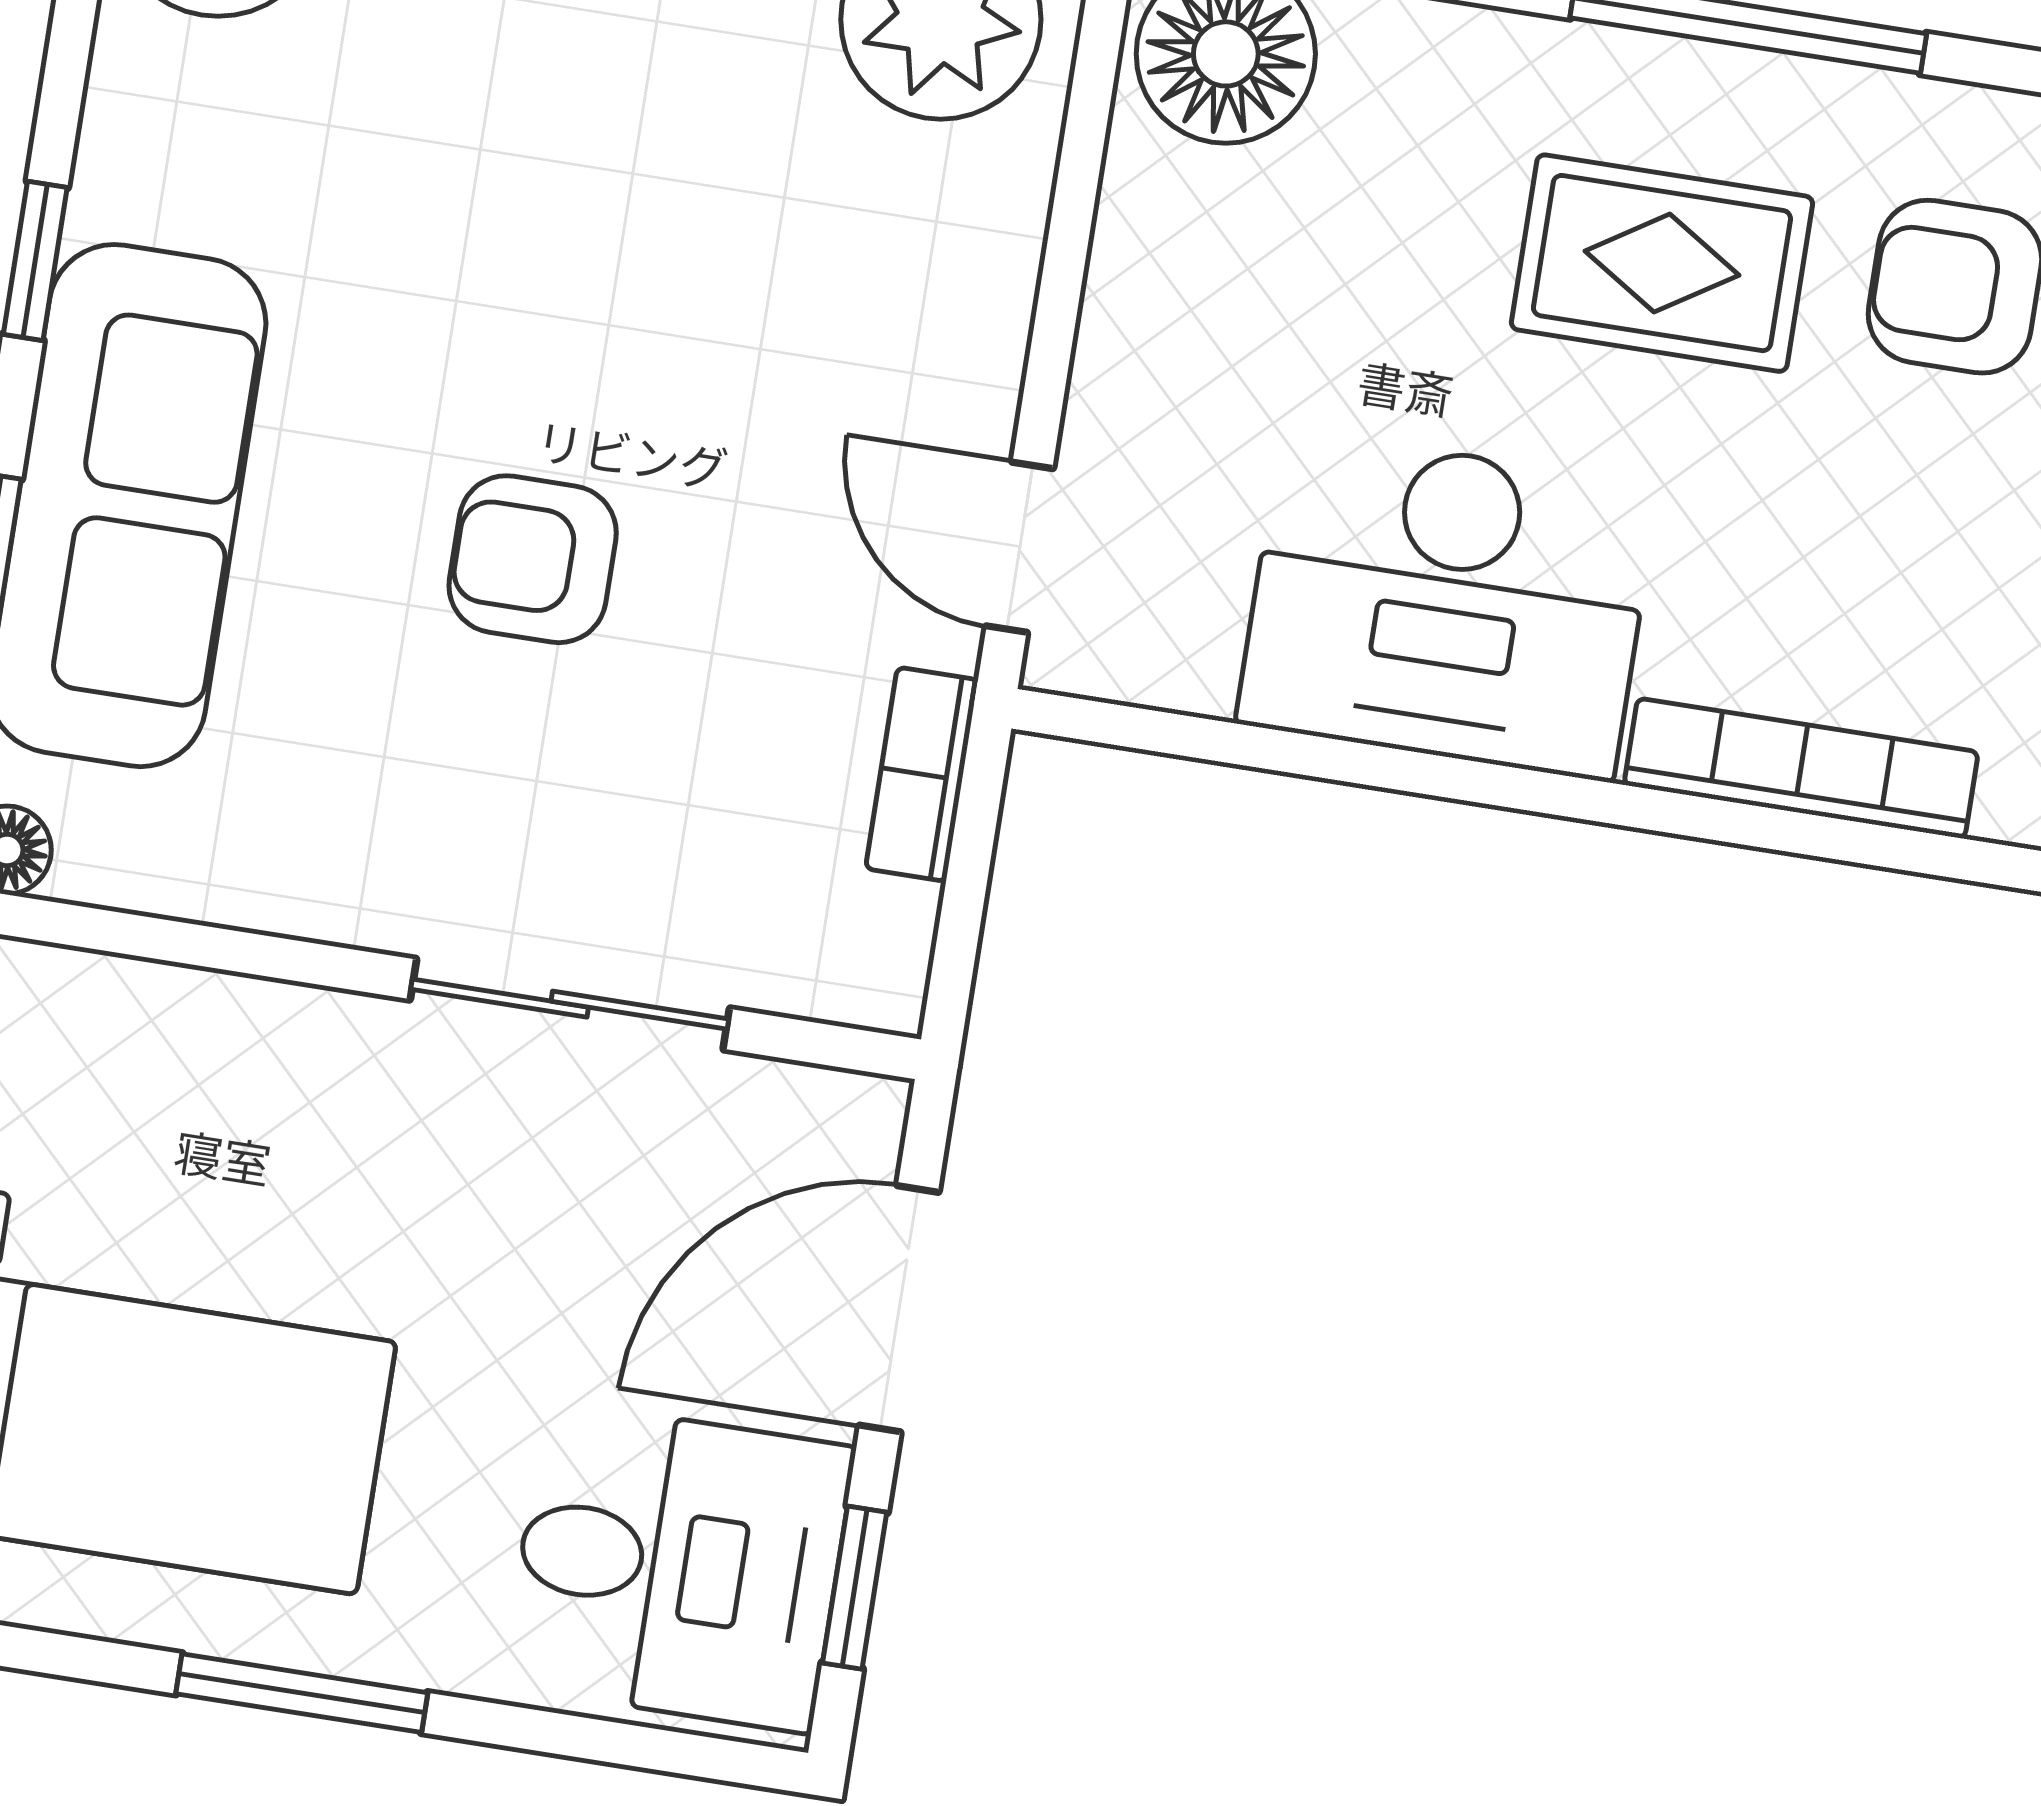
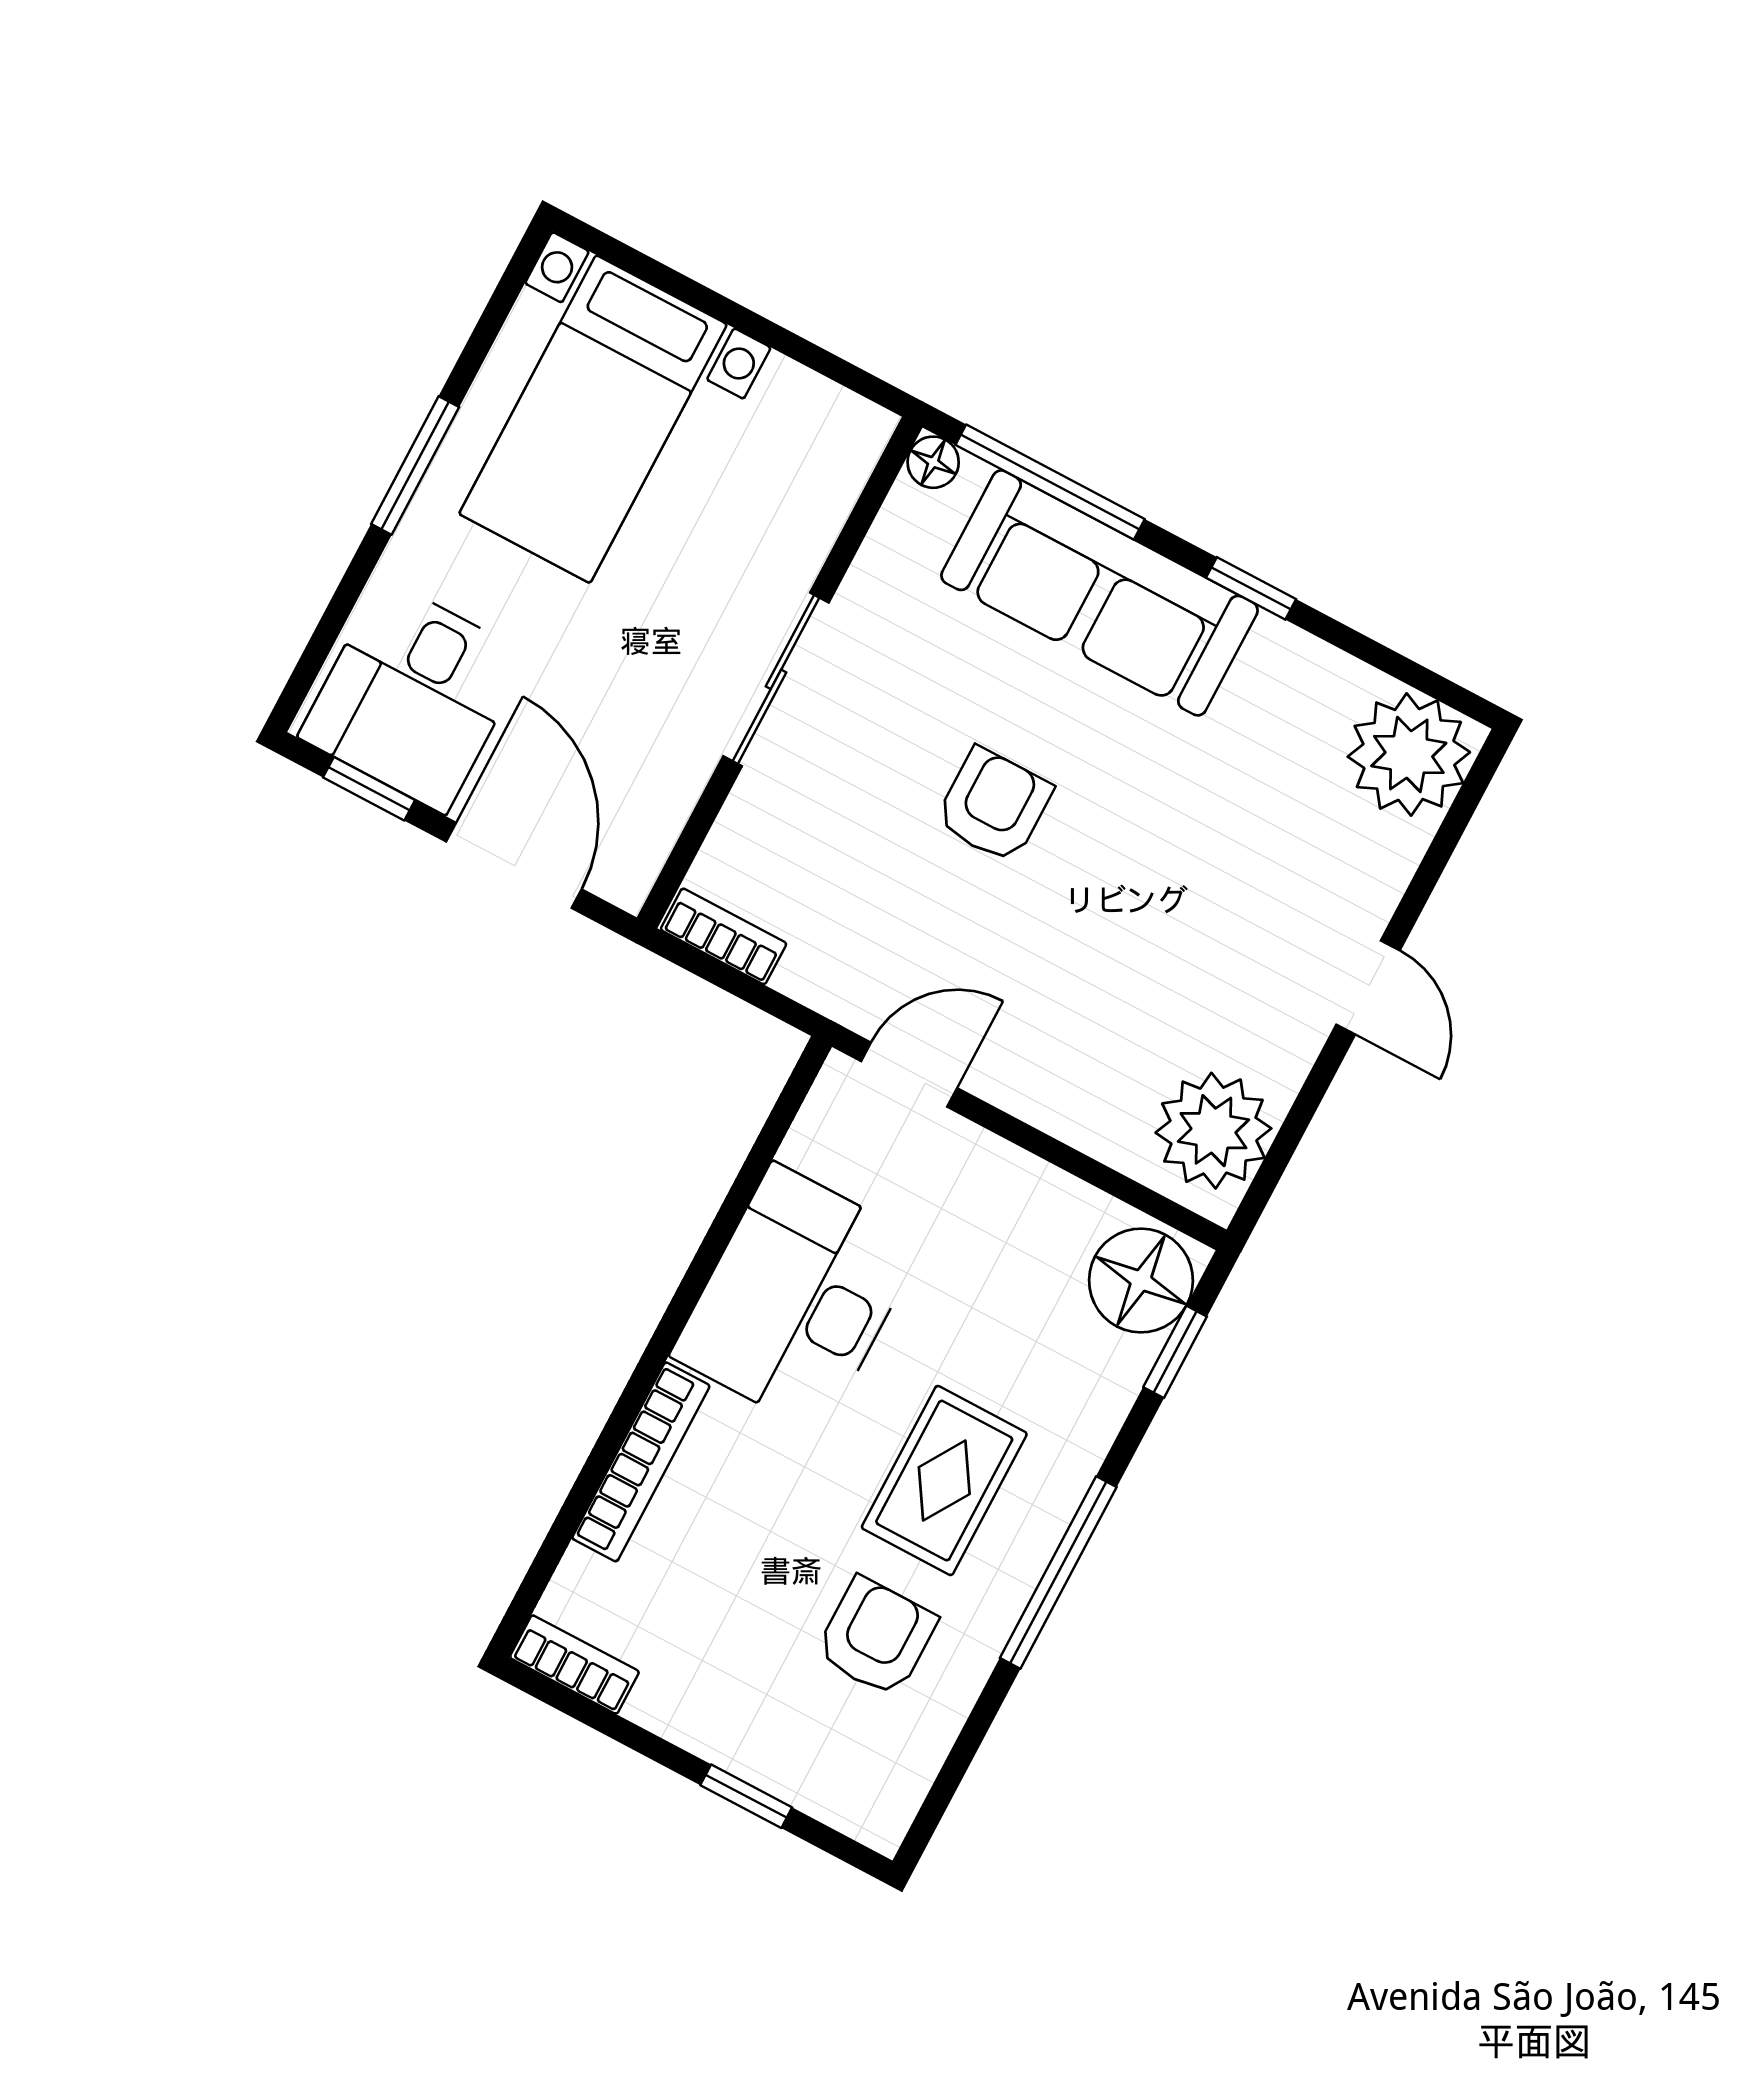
bookcase: (922, 774) -> (724, 936), moved
sliding door: (570, 1004) -> (776, 679), moved

